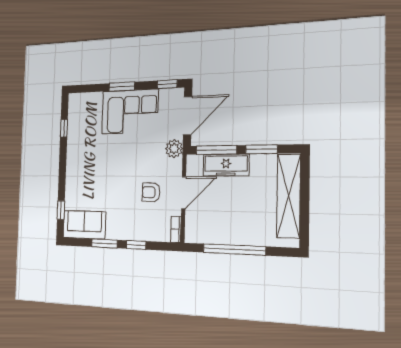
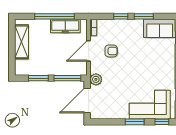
window: (167, 84) -> (162, 122), moved
corner sofa: (130, 112) -> (150, 105), moved
freezer: (226, 165) -> (65, 26), moved, turned 180
shelving: (289, 196) -> (21, 42), width x0.68

